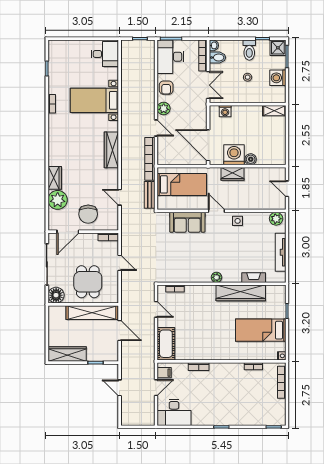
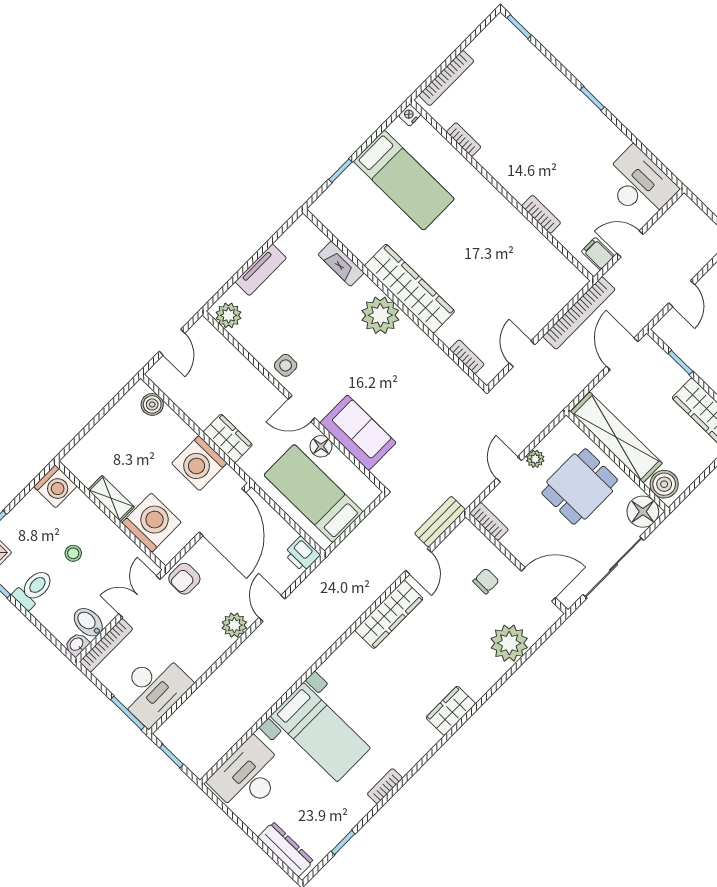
dresser: (65, 46) -> (286, 849), added
desk: (105, 54) -> (248, 776), width x1.37
washing machine: (278, 78) -> (55, 486), moved
armchair: (166, 88) -> (184, 579), moved, turned 180
washing machine: (225, 111) -> (152, 523), width x1.89, depth x1.89
shelving: (274, 111) -> (111, 498), moved
wardrobe: (111, 150) -> (389, 614), moved
printer: (164, 158) -> (302, 554), added
bookcase: (150, 159) -> (579, 313), moved
boiler: (251, 159) -> (152, 404), moved
wardrobe: (55, 178) -> (451, 711), moved
bench: (150, 195) -> (440, 522), moved
floor lamp: (196, 204) -> (321, 446), added
door: (216, 211) -> (302, 409), hinge flipped
chair: (88, 214) -> (486, 581), width x0.54, depth x0.54
tv unit: (281, 252) -> (261, 270), width x0.71
plant: (114, 276) -> (535, 459), added
plant: (217, 277) -> (380, 315), width x1.87, depth x1.87
wardrobe: (241, 293) -> (410, 289), moved
boiler: (58, 313) -> (664, 484), added
door: (120, 331) -> (622, 354), moved
cot: (166, 344) -> (556, 292), removed

